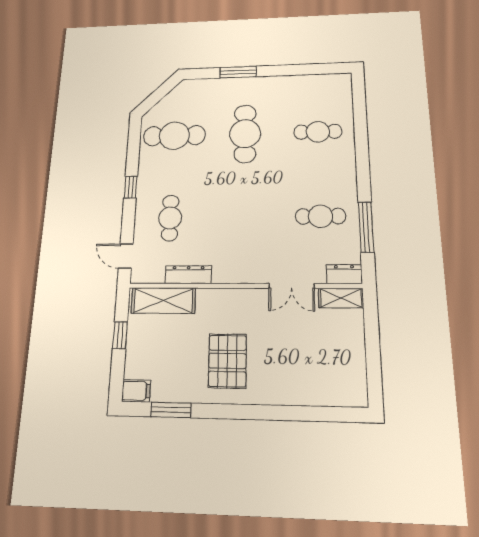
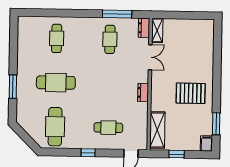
dresser: (188, 275) -> (143, 92), moved, width x0.70

